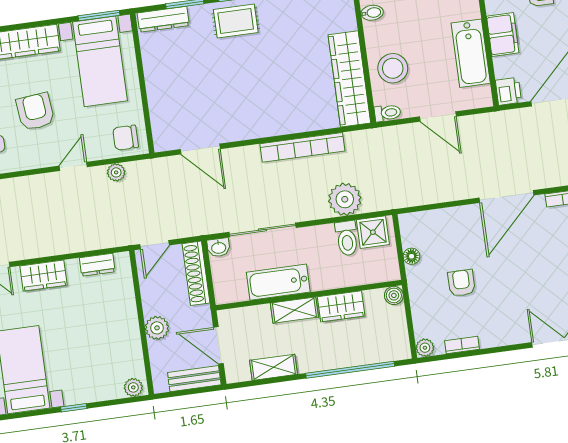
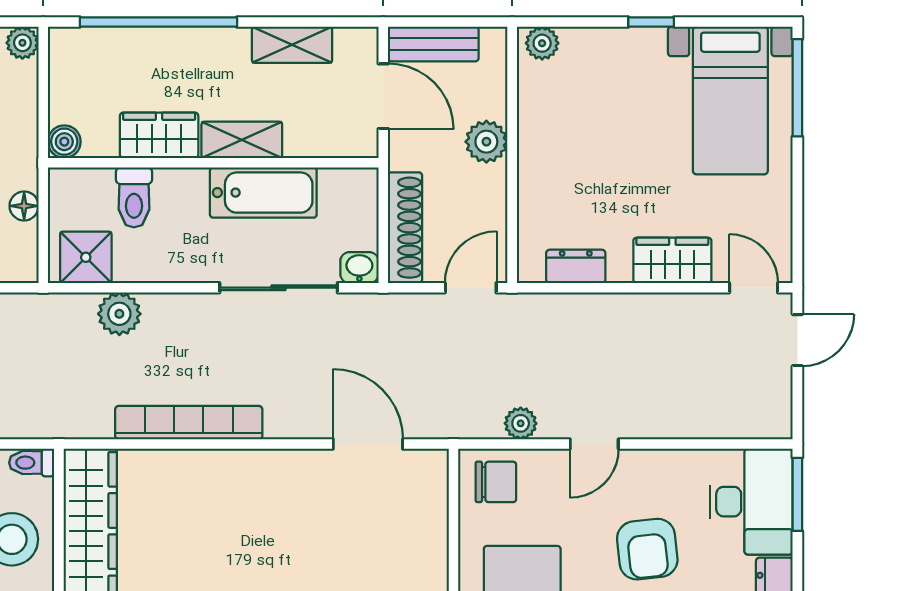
plant: (345, 199) -> (119, 314), width x0.73, depth x0.73
toilet: (347, 238) -> (134, 197), moved, turned 180

